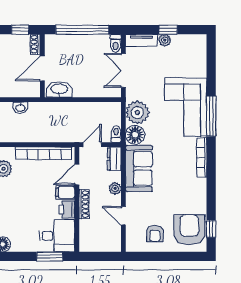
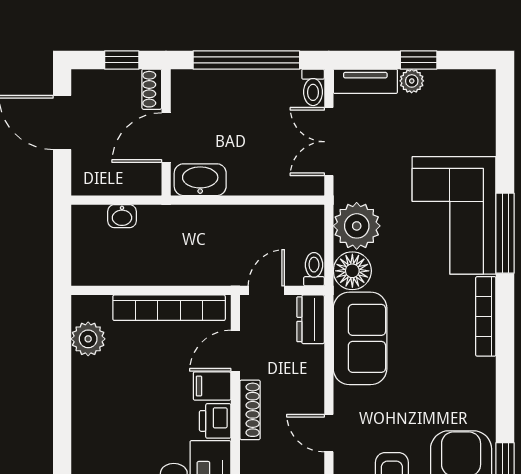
plant: (115, 188) -> (312, 378), removed

